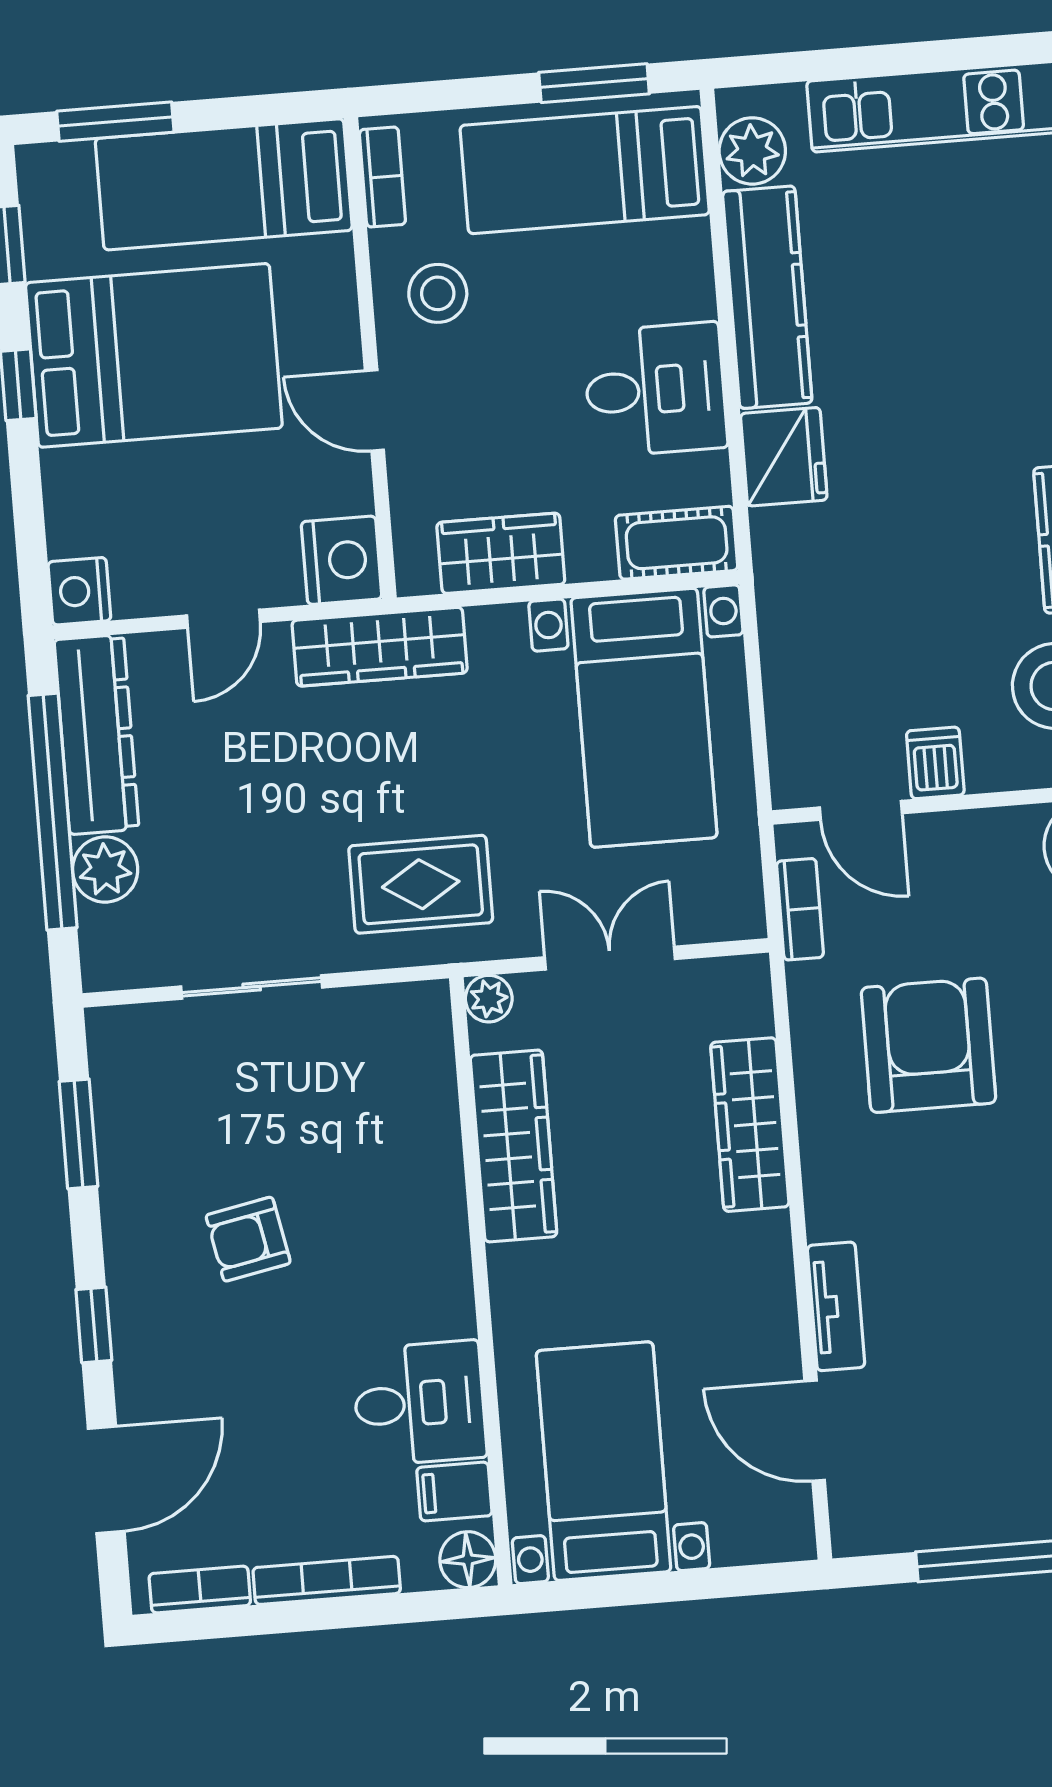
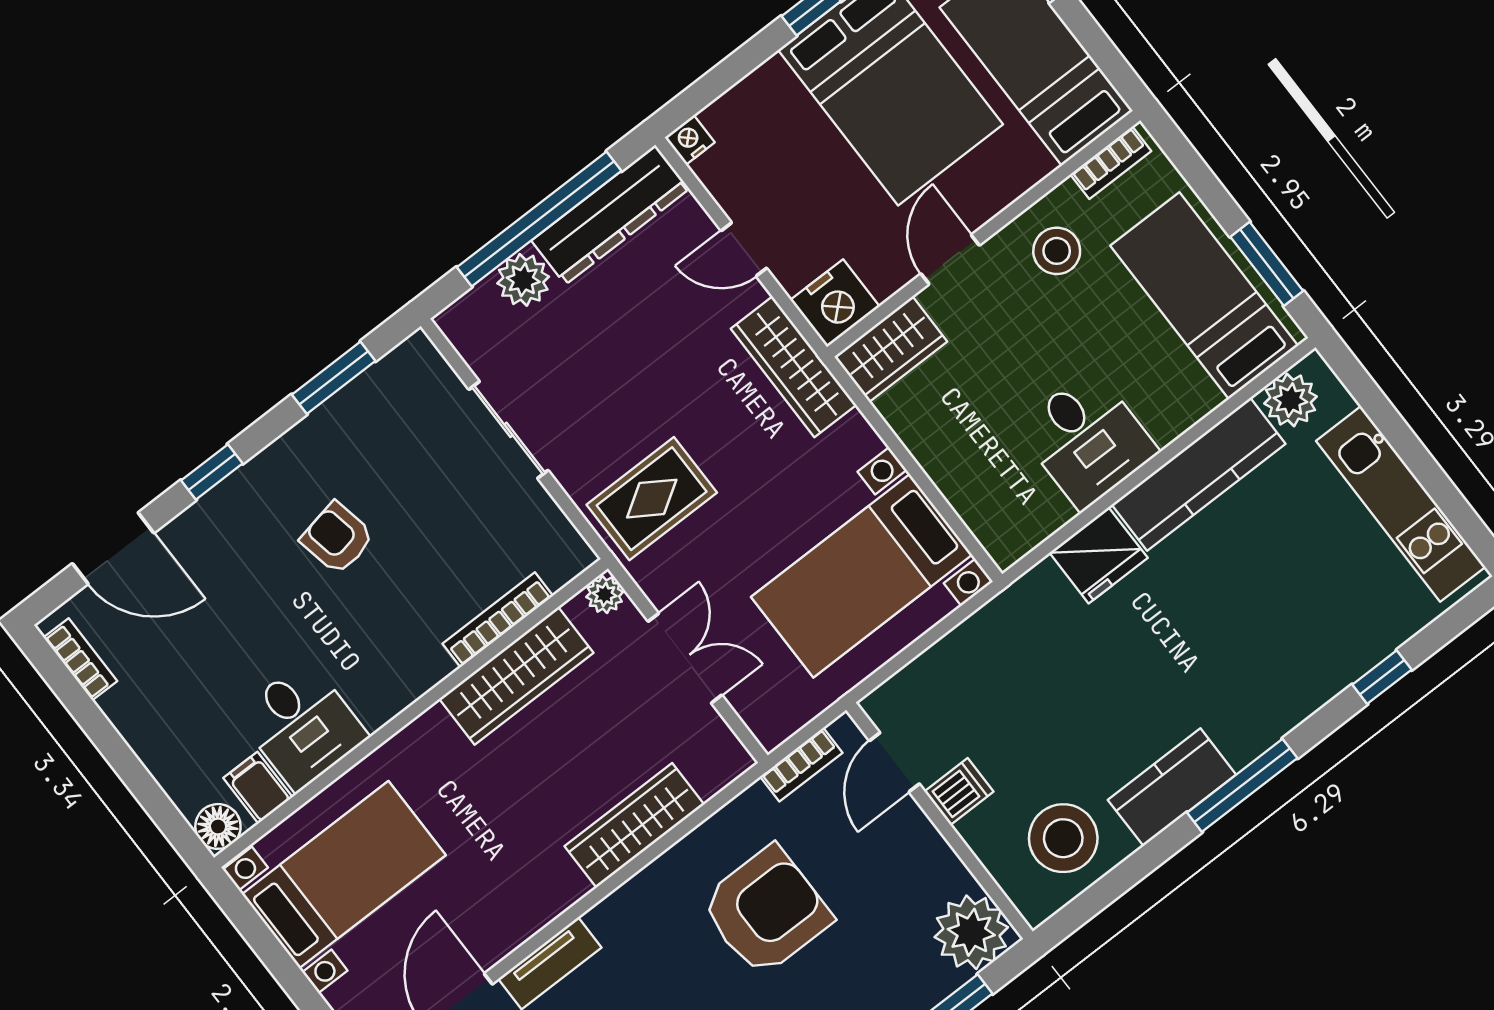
cot: (677, 543) -> (994, 521), removed
wardrobe: (501, 553) -> (891, 349), moved, turned 90
nightstand: (79, 591) -> (690, 140), width x0.72, depth x0.74
rug: (421, 884) -> (652, 499), turned 90
bookcase: (327, 1580) -> (498, 620), moved, turned -90

